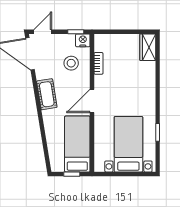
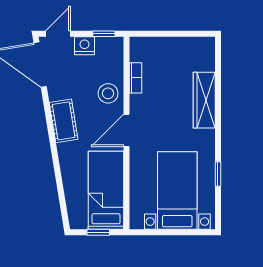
nightstand: (83, 40) -> (84, 46), moved
wardrobe: (148, 47) -> (204, 100), moved, width x1.50
stool: (71, 63) -> (108, 93), moved

